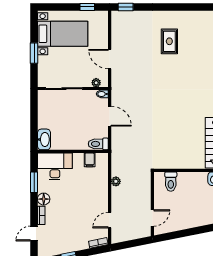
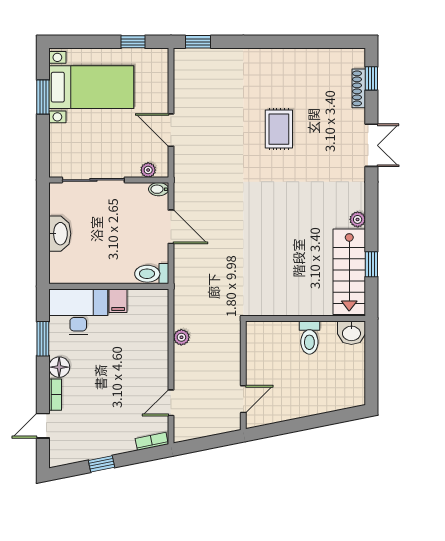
rug: (169, 41) -> (279, 129), moved
window: (34, 53) -> (43, 97), moved
washbasin: (44, 139) -> (60, 234), moved
filing cabinet: (90, 160) -> (118, 301), moved
toilet: (171, 182) -> (309, 338), moved

